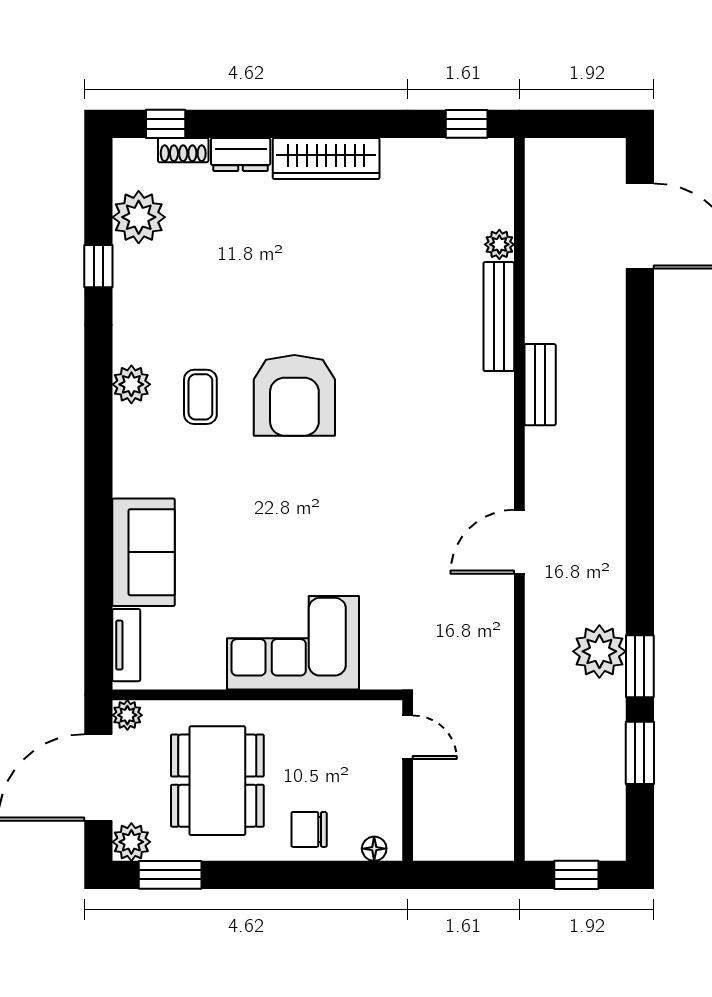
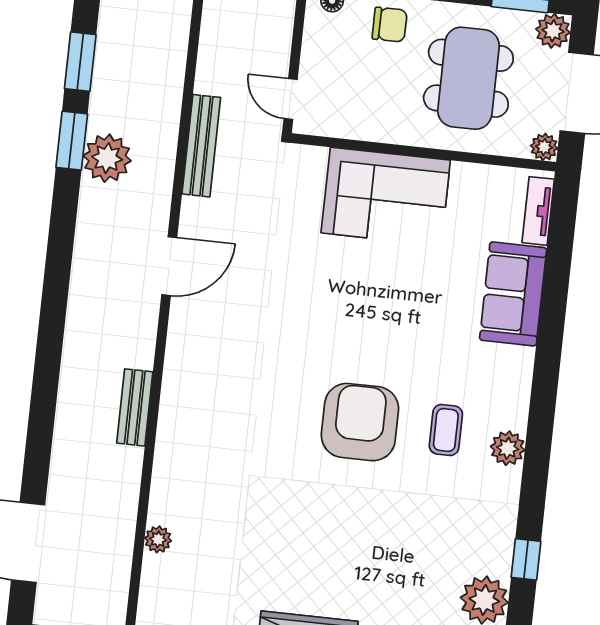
bench: (499, 317) -> (201, 146), moved

